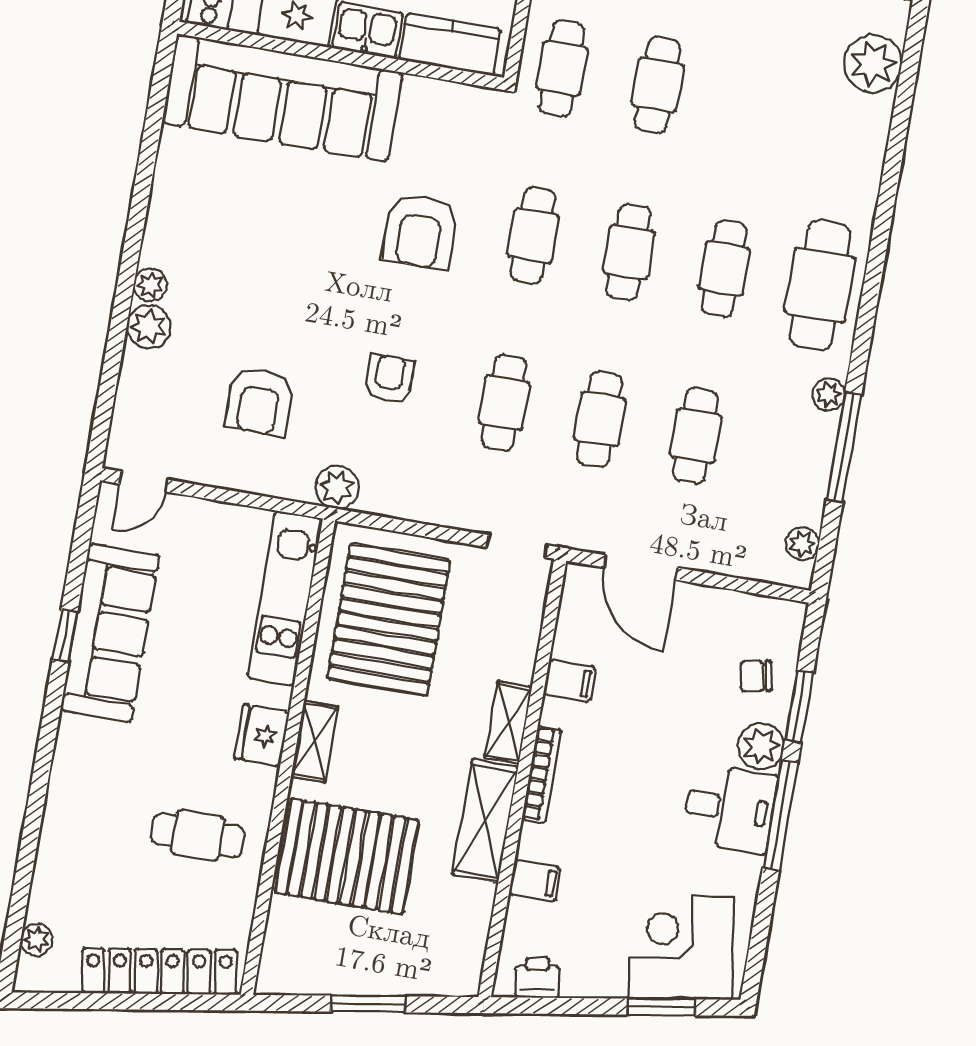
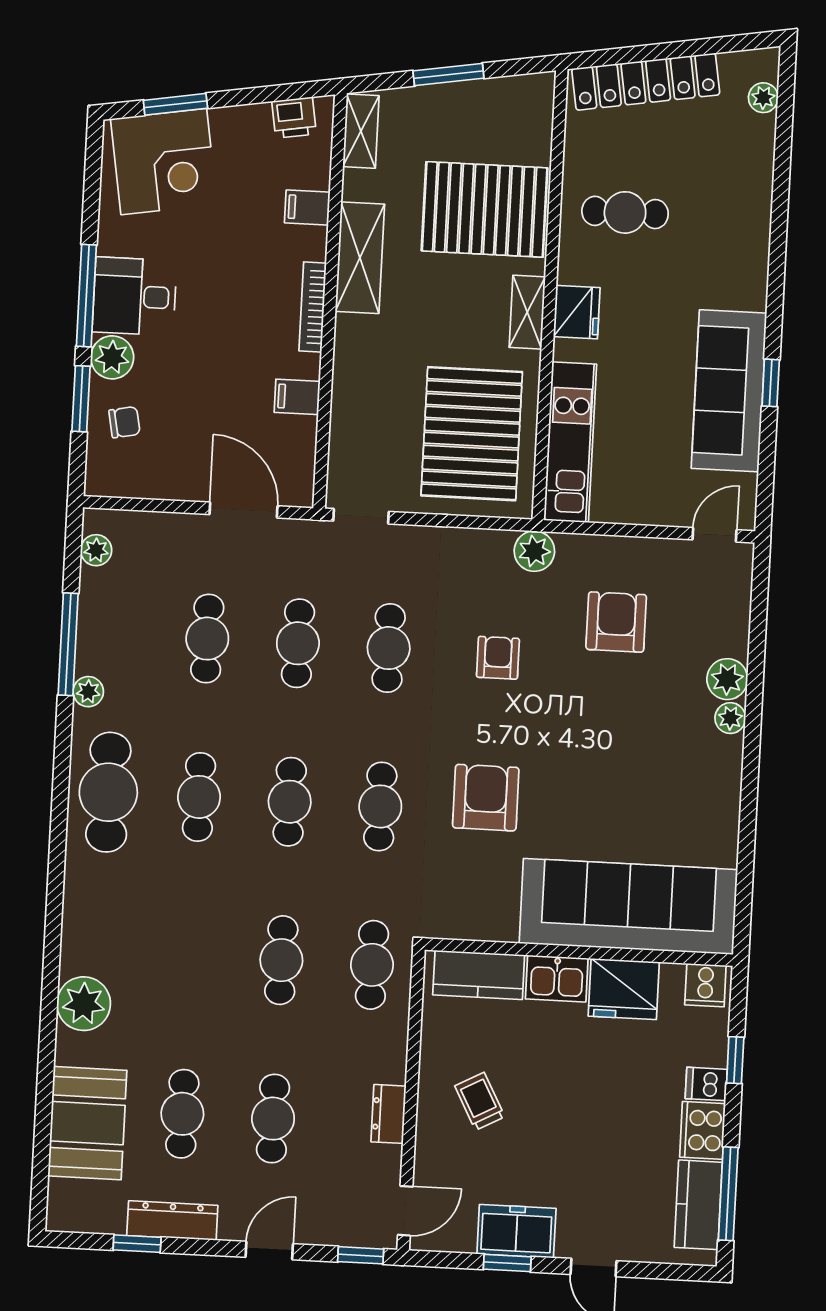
armchair: (389, 378) -> (498, 658), turned 180
shelving: (508, 723) -> (361, 131), moved

